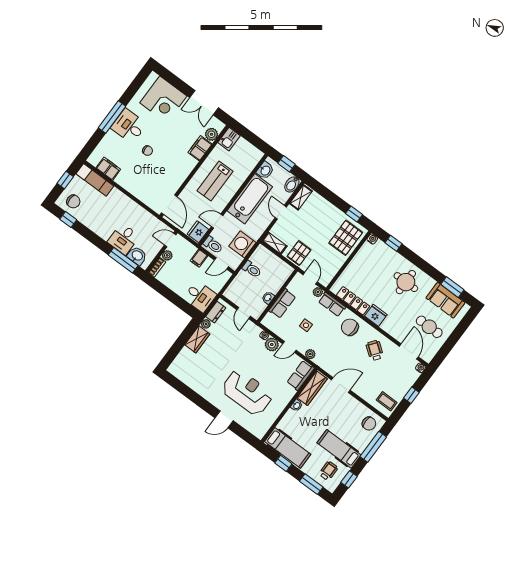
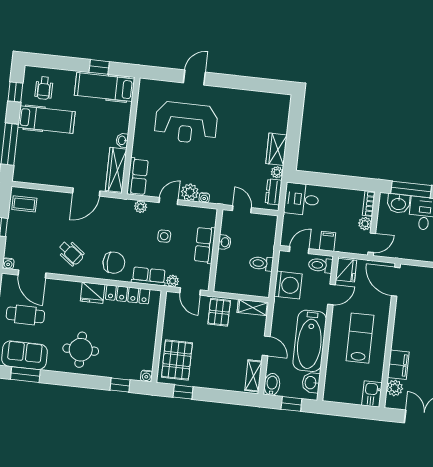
chair: (369, 424) -> (30, 167), removed
window: (311, 484) -> (55, 62), removed

